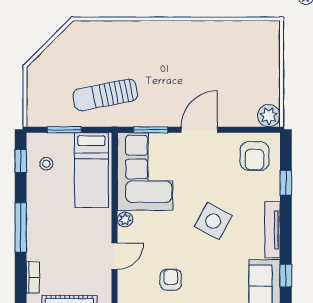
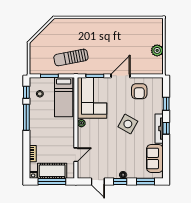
plant: (269, 116) -> (157, 50), moved
armchair: (255, 156) -> (139, 91), moved
window: (21, 227) -> (26, 117), moved
door: (115, 256) -> (76, 155), moved
window: (286, 276) -> (166, 128), moved
armchair: (171, 280) -> (105, 155), removed

